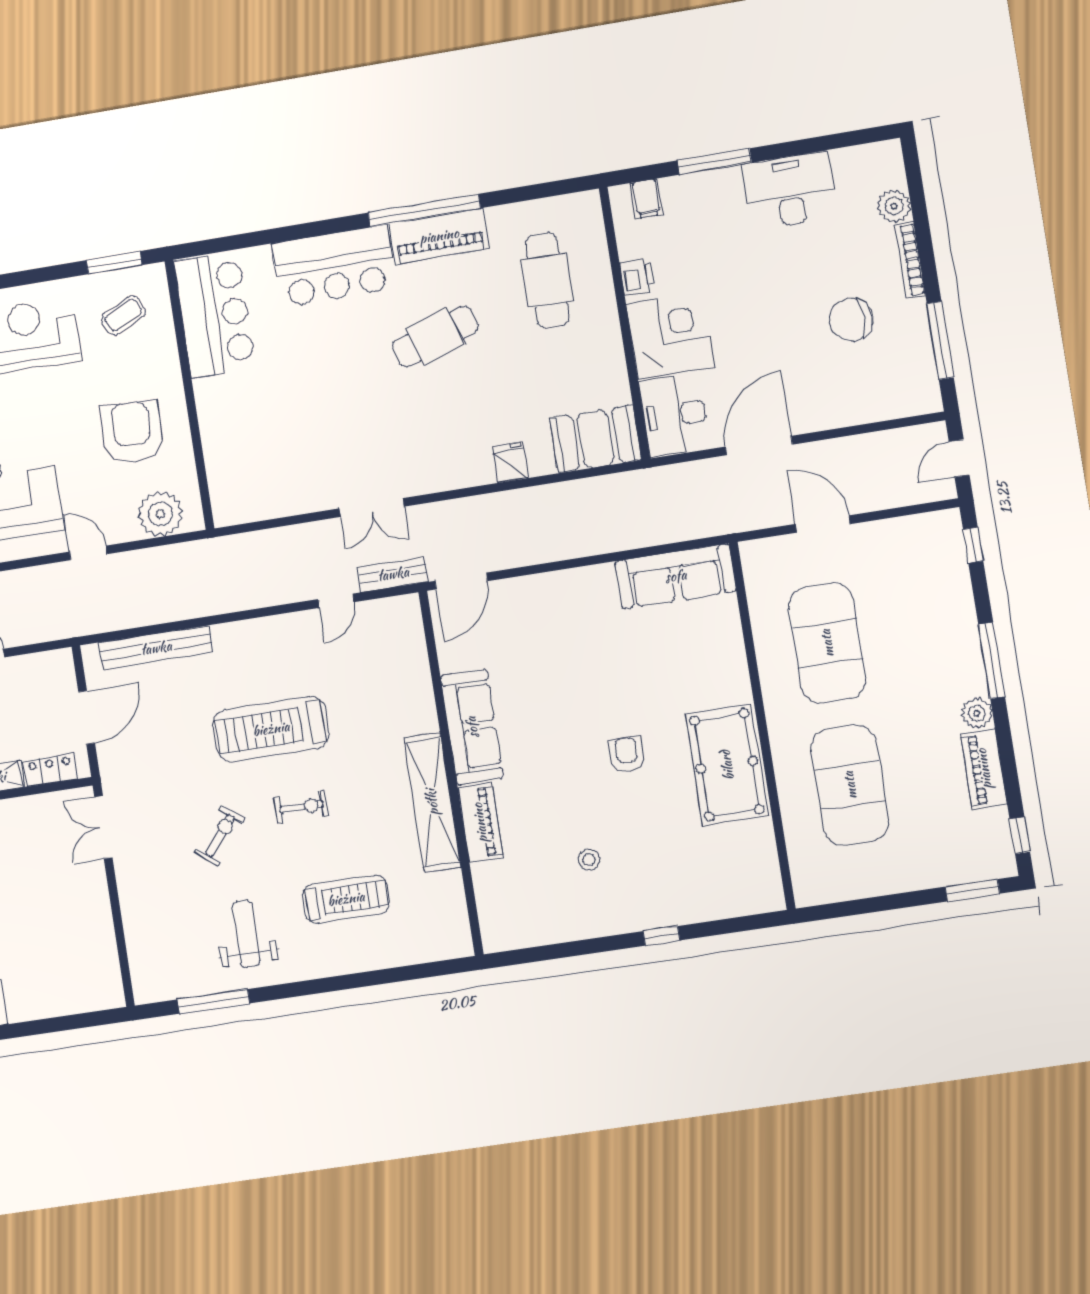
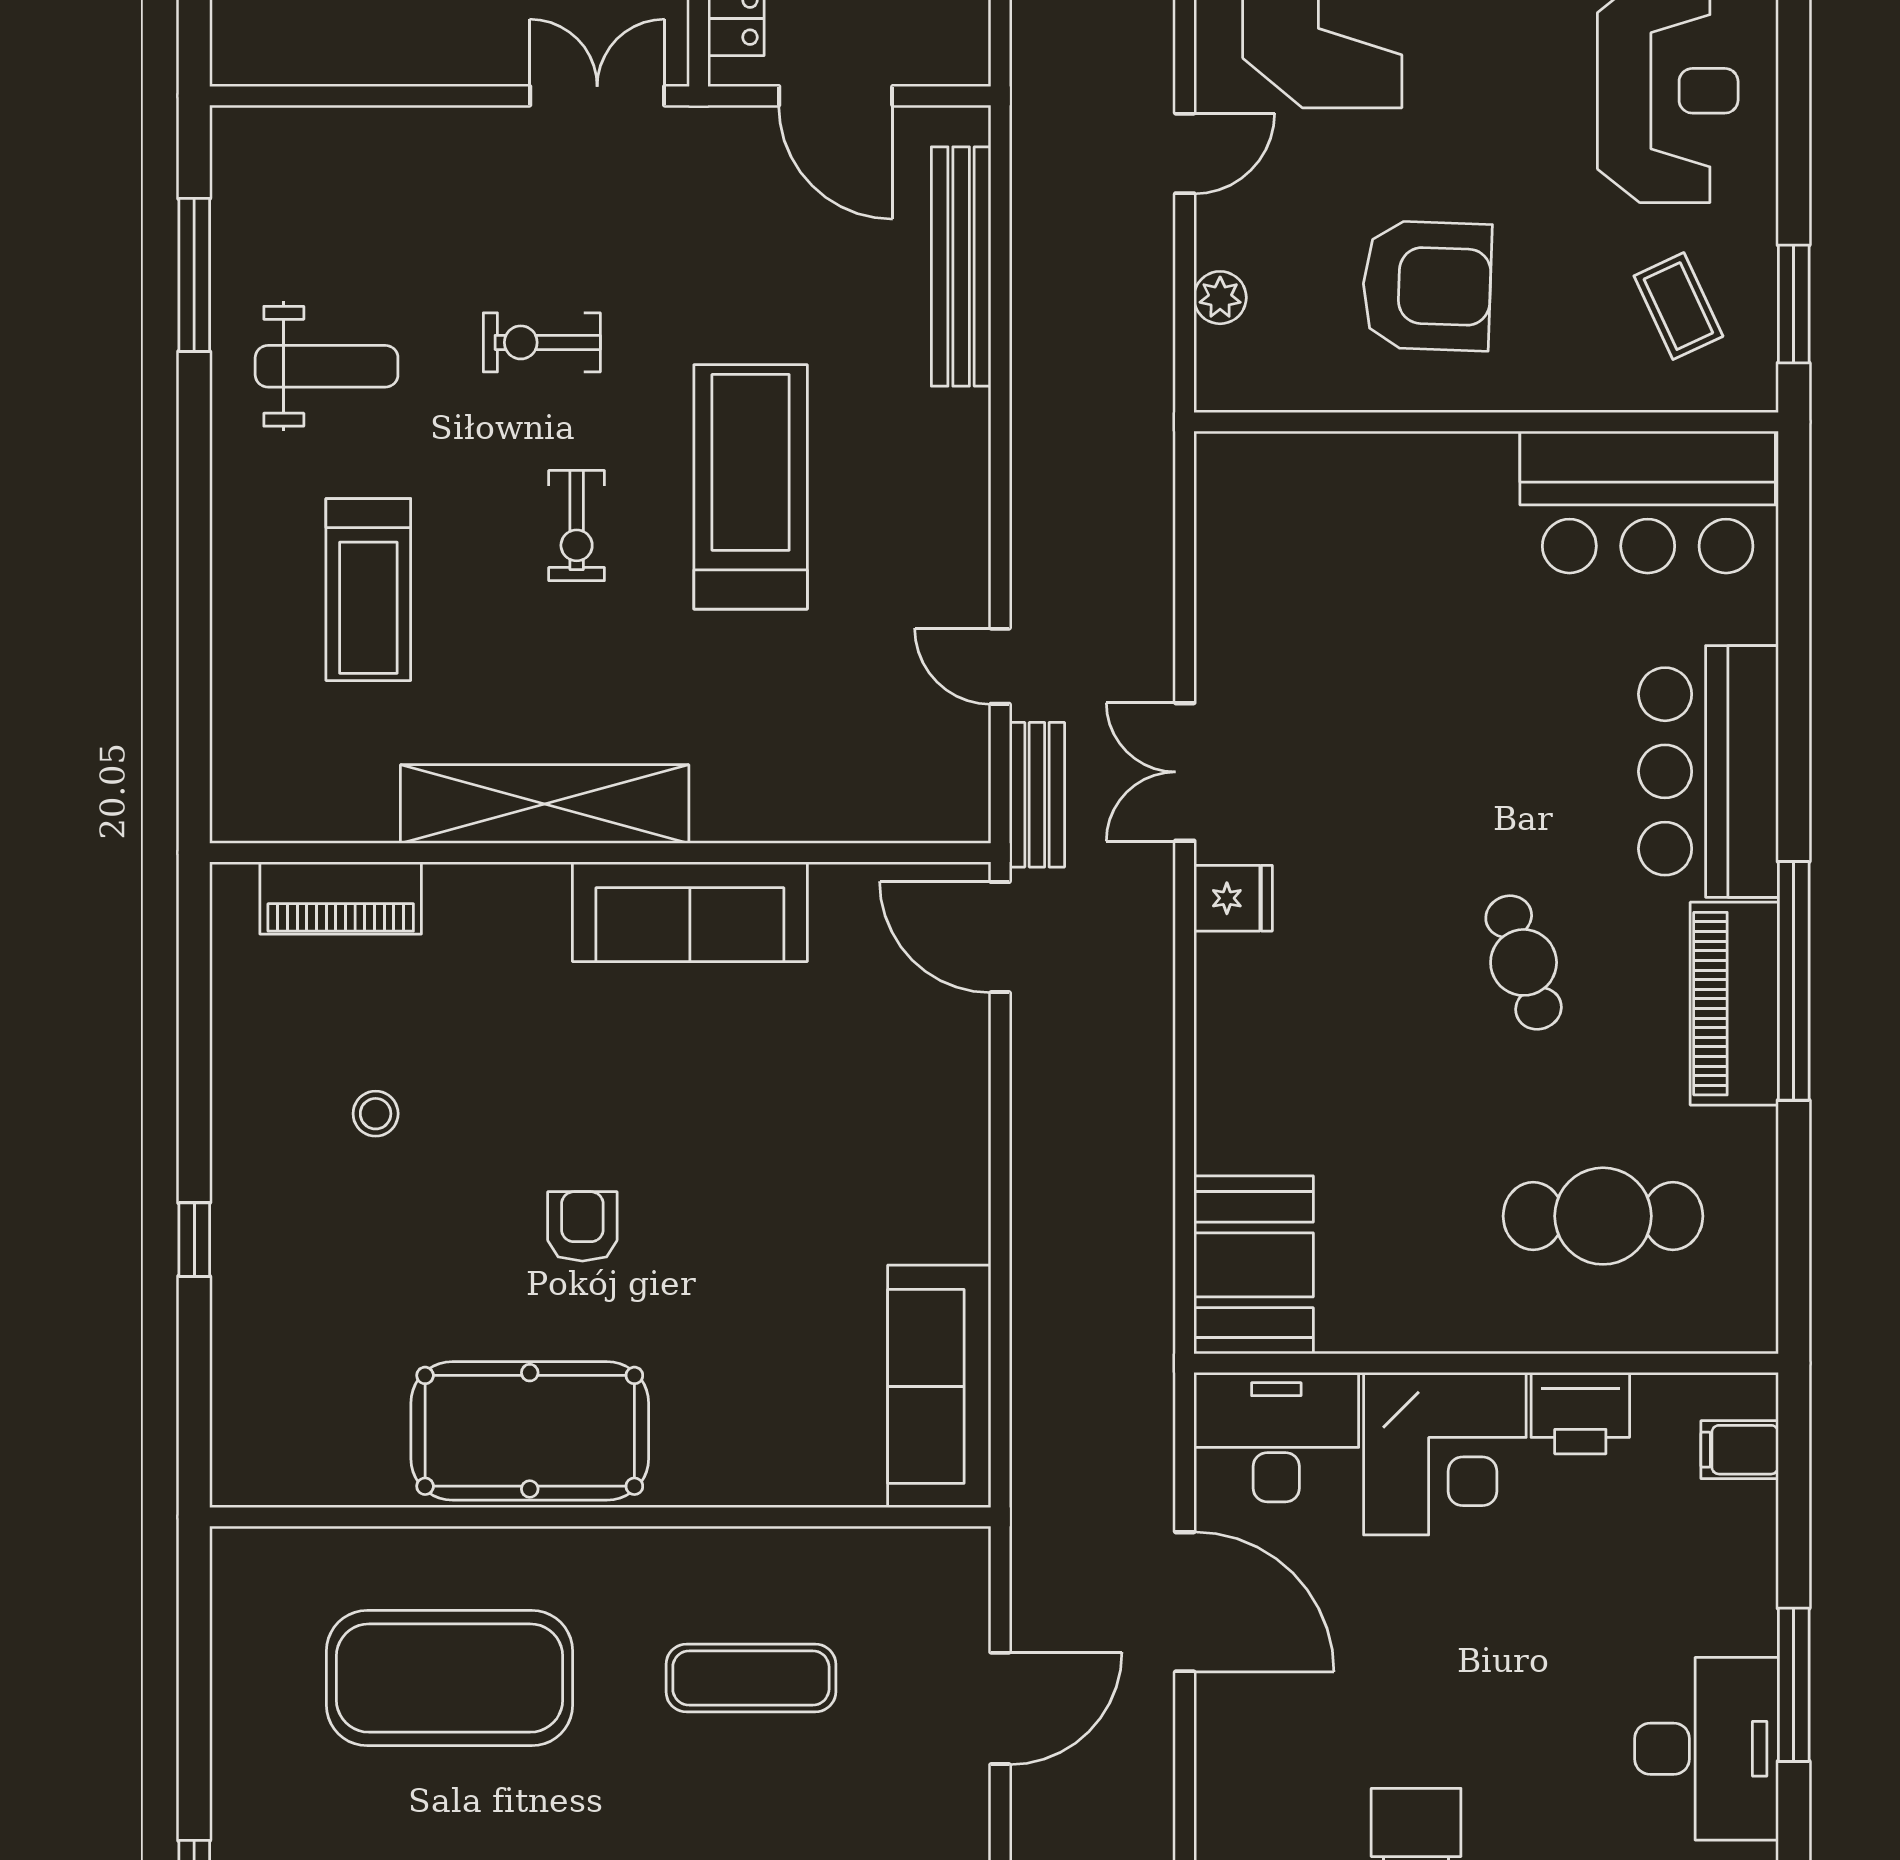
window: (714, 162) -> (1794, 1685), moved
printer: (637, 276) -> (1580, 1413), width x1.36, depth x1.24
cafe table: (435, 337) -> (1524, 962), width x0.73, depth x0.74
fridge: (510, 462) -> (1233, 898), moved
plant: (160, 514) -> (1220, 298), width x0.53, depth x0.53
exercise mat: (827, 643) -> (751, 1678), width x0.50, depth x0.69
armchair: (627, 755) -> (582, 1226), turned -90
piano: (480, 823) -> (341, 898), moved
exercise bike: (220, 836) -> (542, 342), turned 141

